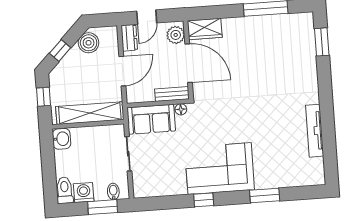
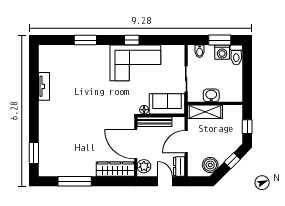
door: (147, 17) -> (165, 181), hinge flipped
wardrobe: (205, 29) -> (115, 169), width x1.50
bench: (172, 94) -> (155, 122), width x1.36
shelving: (90, 113) -> (205, 112), width x0.68
tv unit: (315, 131) -> (44, 86), width x0.71
washbasin: (62, 139) -> (211, 95), moved, turned 90
corner sofa: (220, 169) -> (135, 63), moved
window: (103, 207) -> (220, 40), moved

